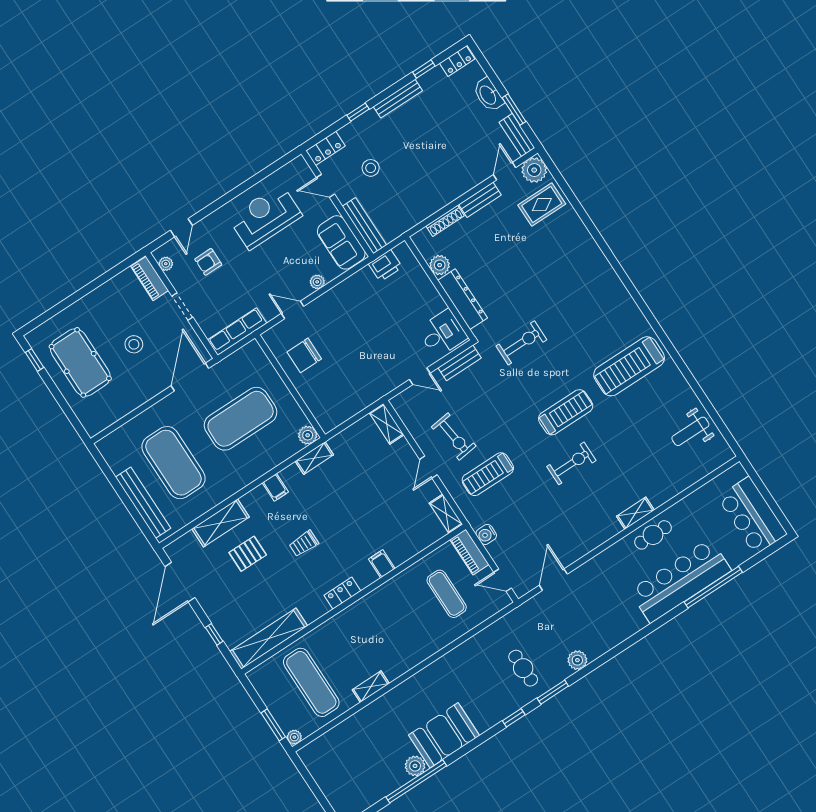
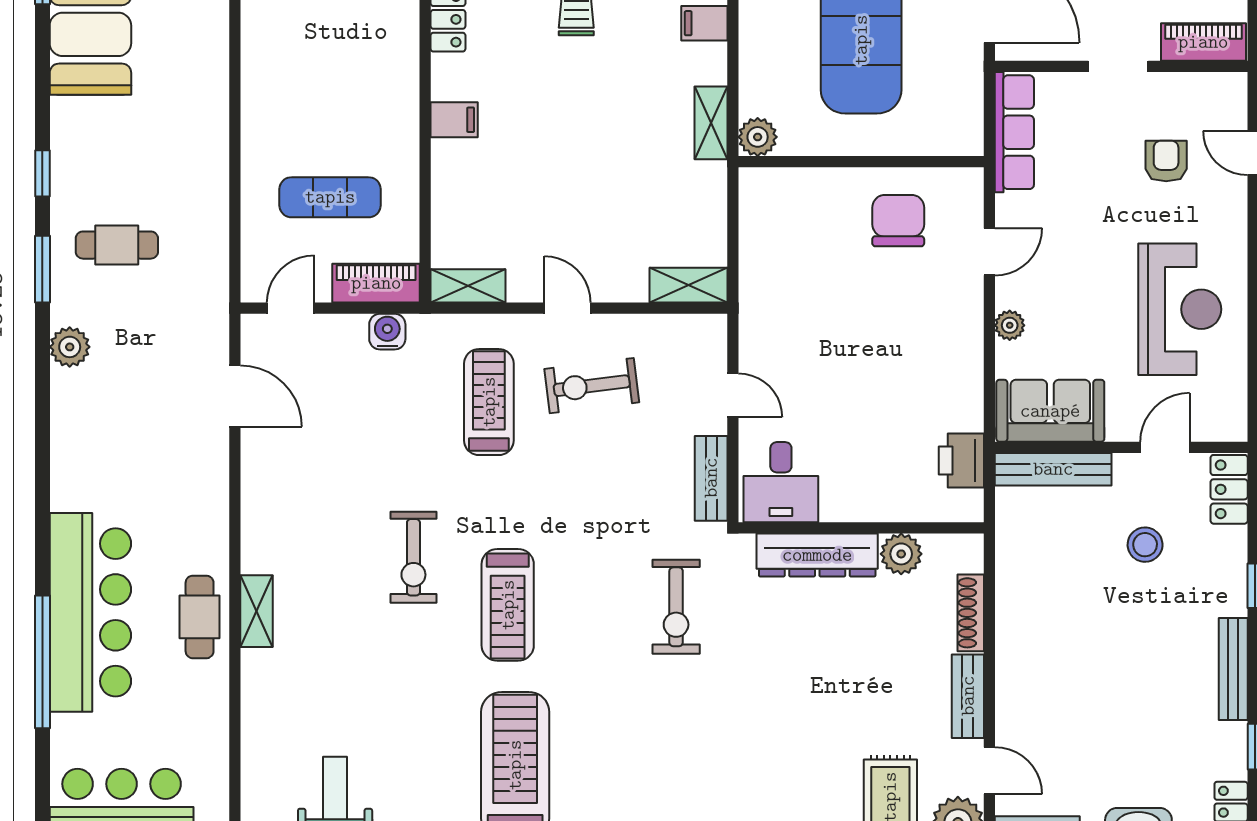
plant: (166, 264) -> (1211, 86), removed
door: (420, 376) -> (733, 395), swing flipped

